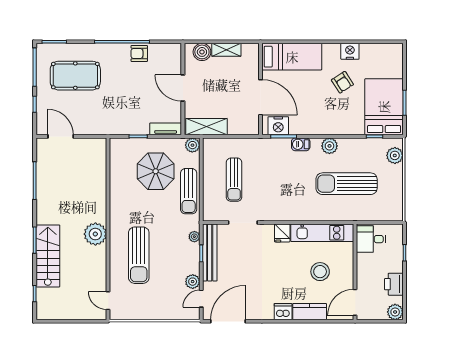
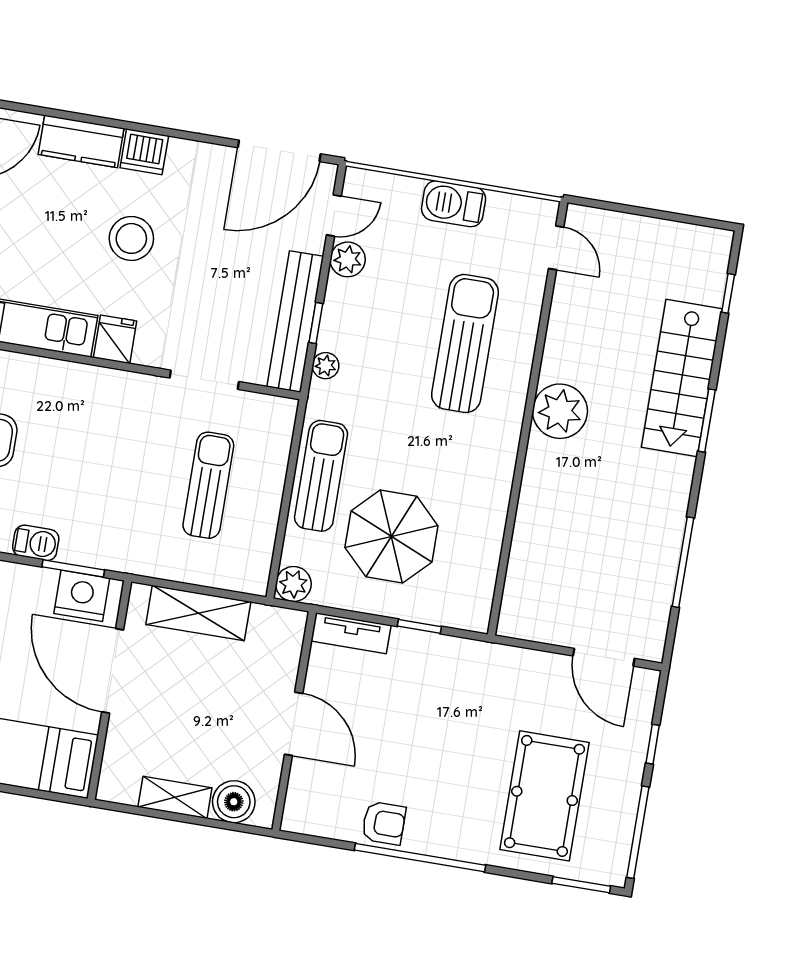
pool table: (75, 76) -> (544, 796), turned 90
shelving: (206, 127) -> (198, 613), moved
stool: (320, 272) -> (131, 238), moved
barbecue: (153, 312) -> (454, 204), added

